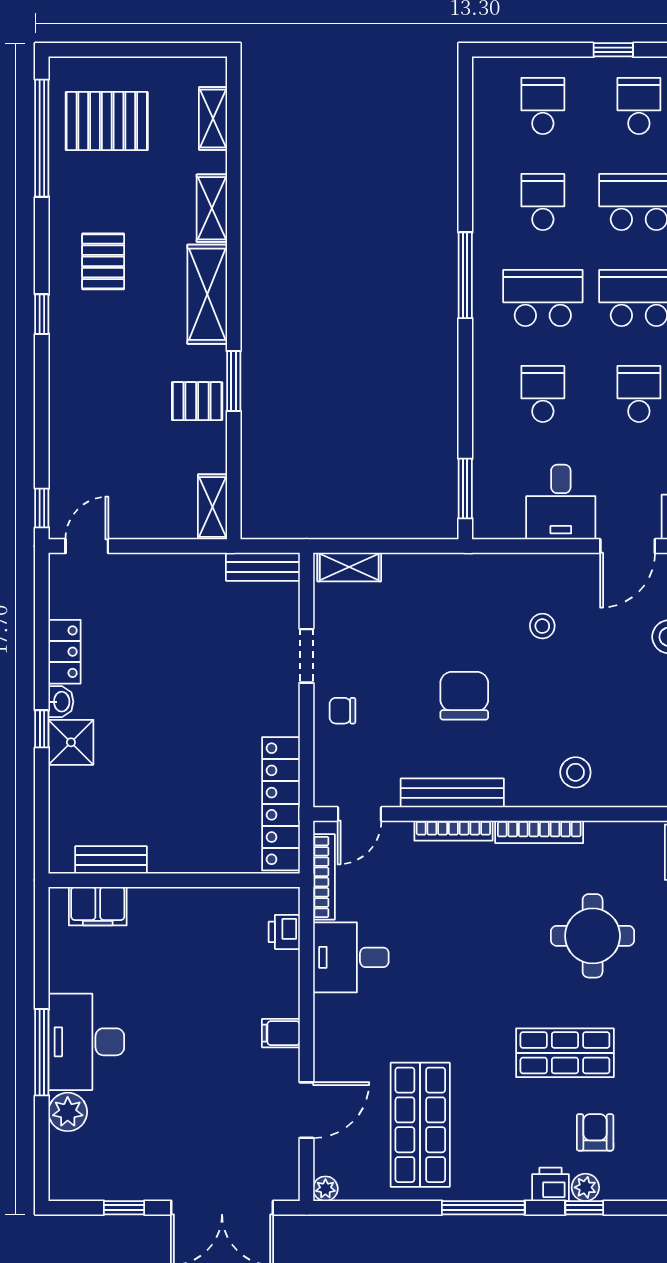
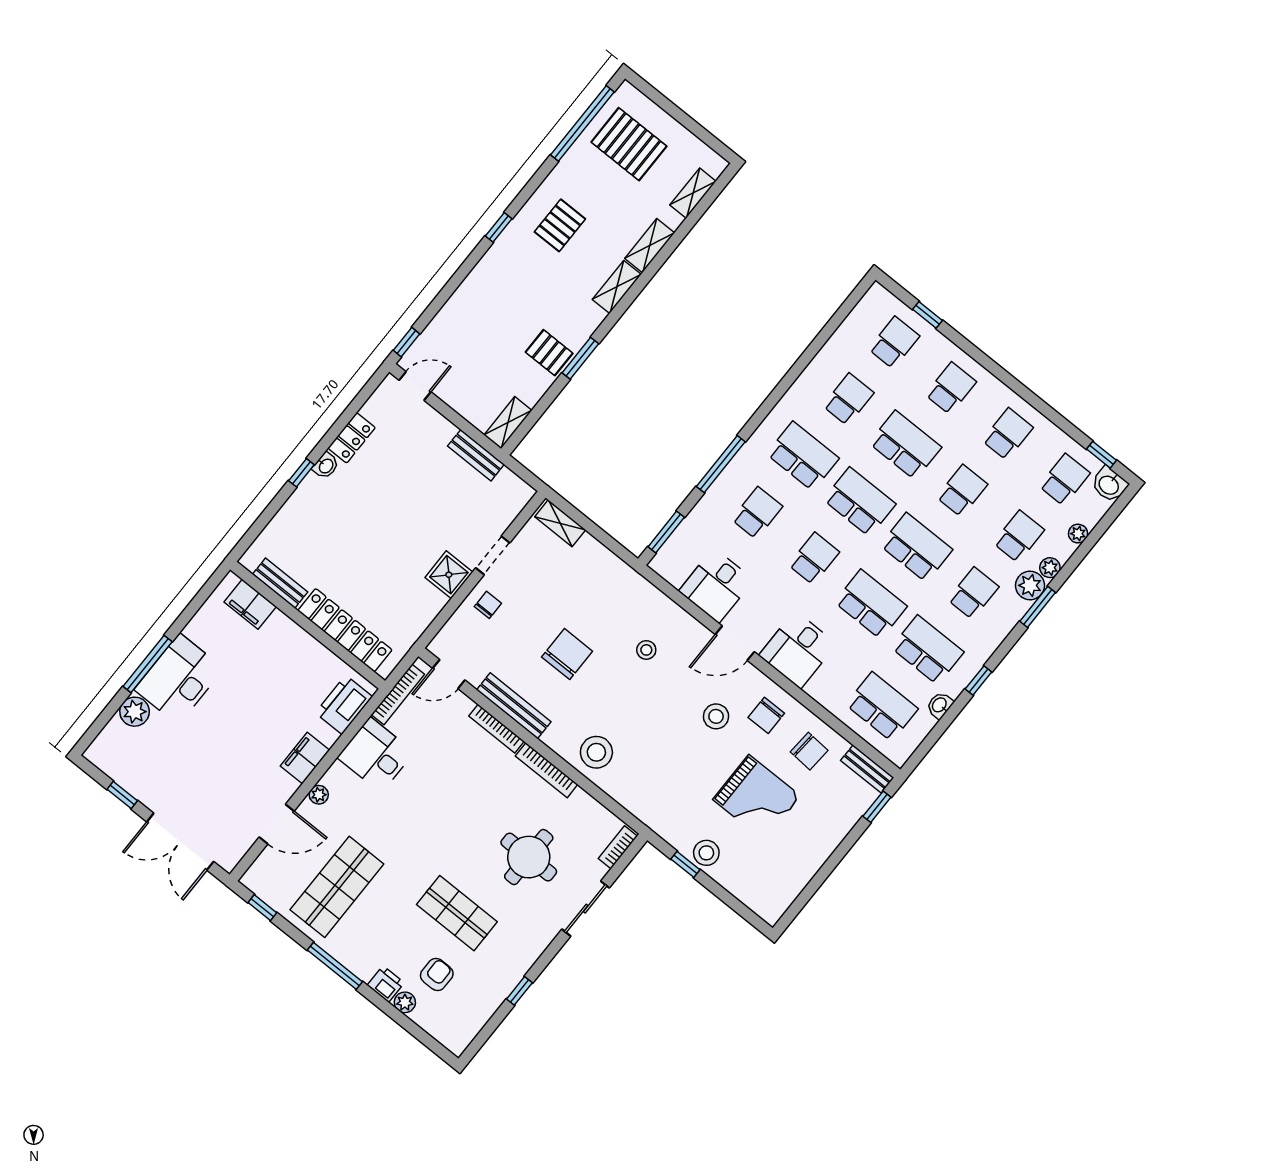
window: (613, 50) -> (927, 315), moved
window: (465, 275) -> (721, 464), moved
shelving: (207, 294) -> (617, 287), width x0.67, depth x0.75
bench: (263, 567) -> (476, 455), moved
chair: (342, 711) -> (488, 605), turned 90
shower: (71, 742) -> (449, 575), moved
stool: (575, 772) -> (596, 752), width x1.38, depth x1.38
locker: (281, 804) -> (345, 630), moved, turned 90
printer: (284, 932) -> (344, 705), width x1.87, depth x1.48
filing cabinet: (281, 1033) -> (305, 758), width x2.00
plant: (325, 1189) -> (319, 795), moved
window: (584, 1208) -> (262, 908), moved

